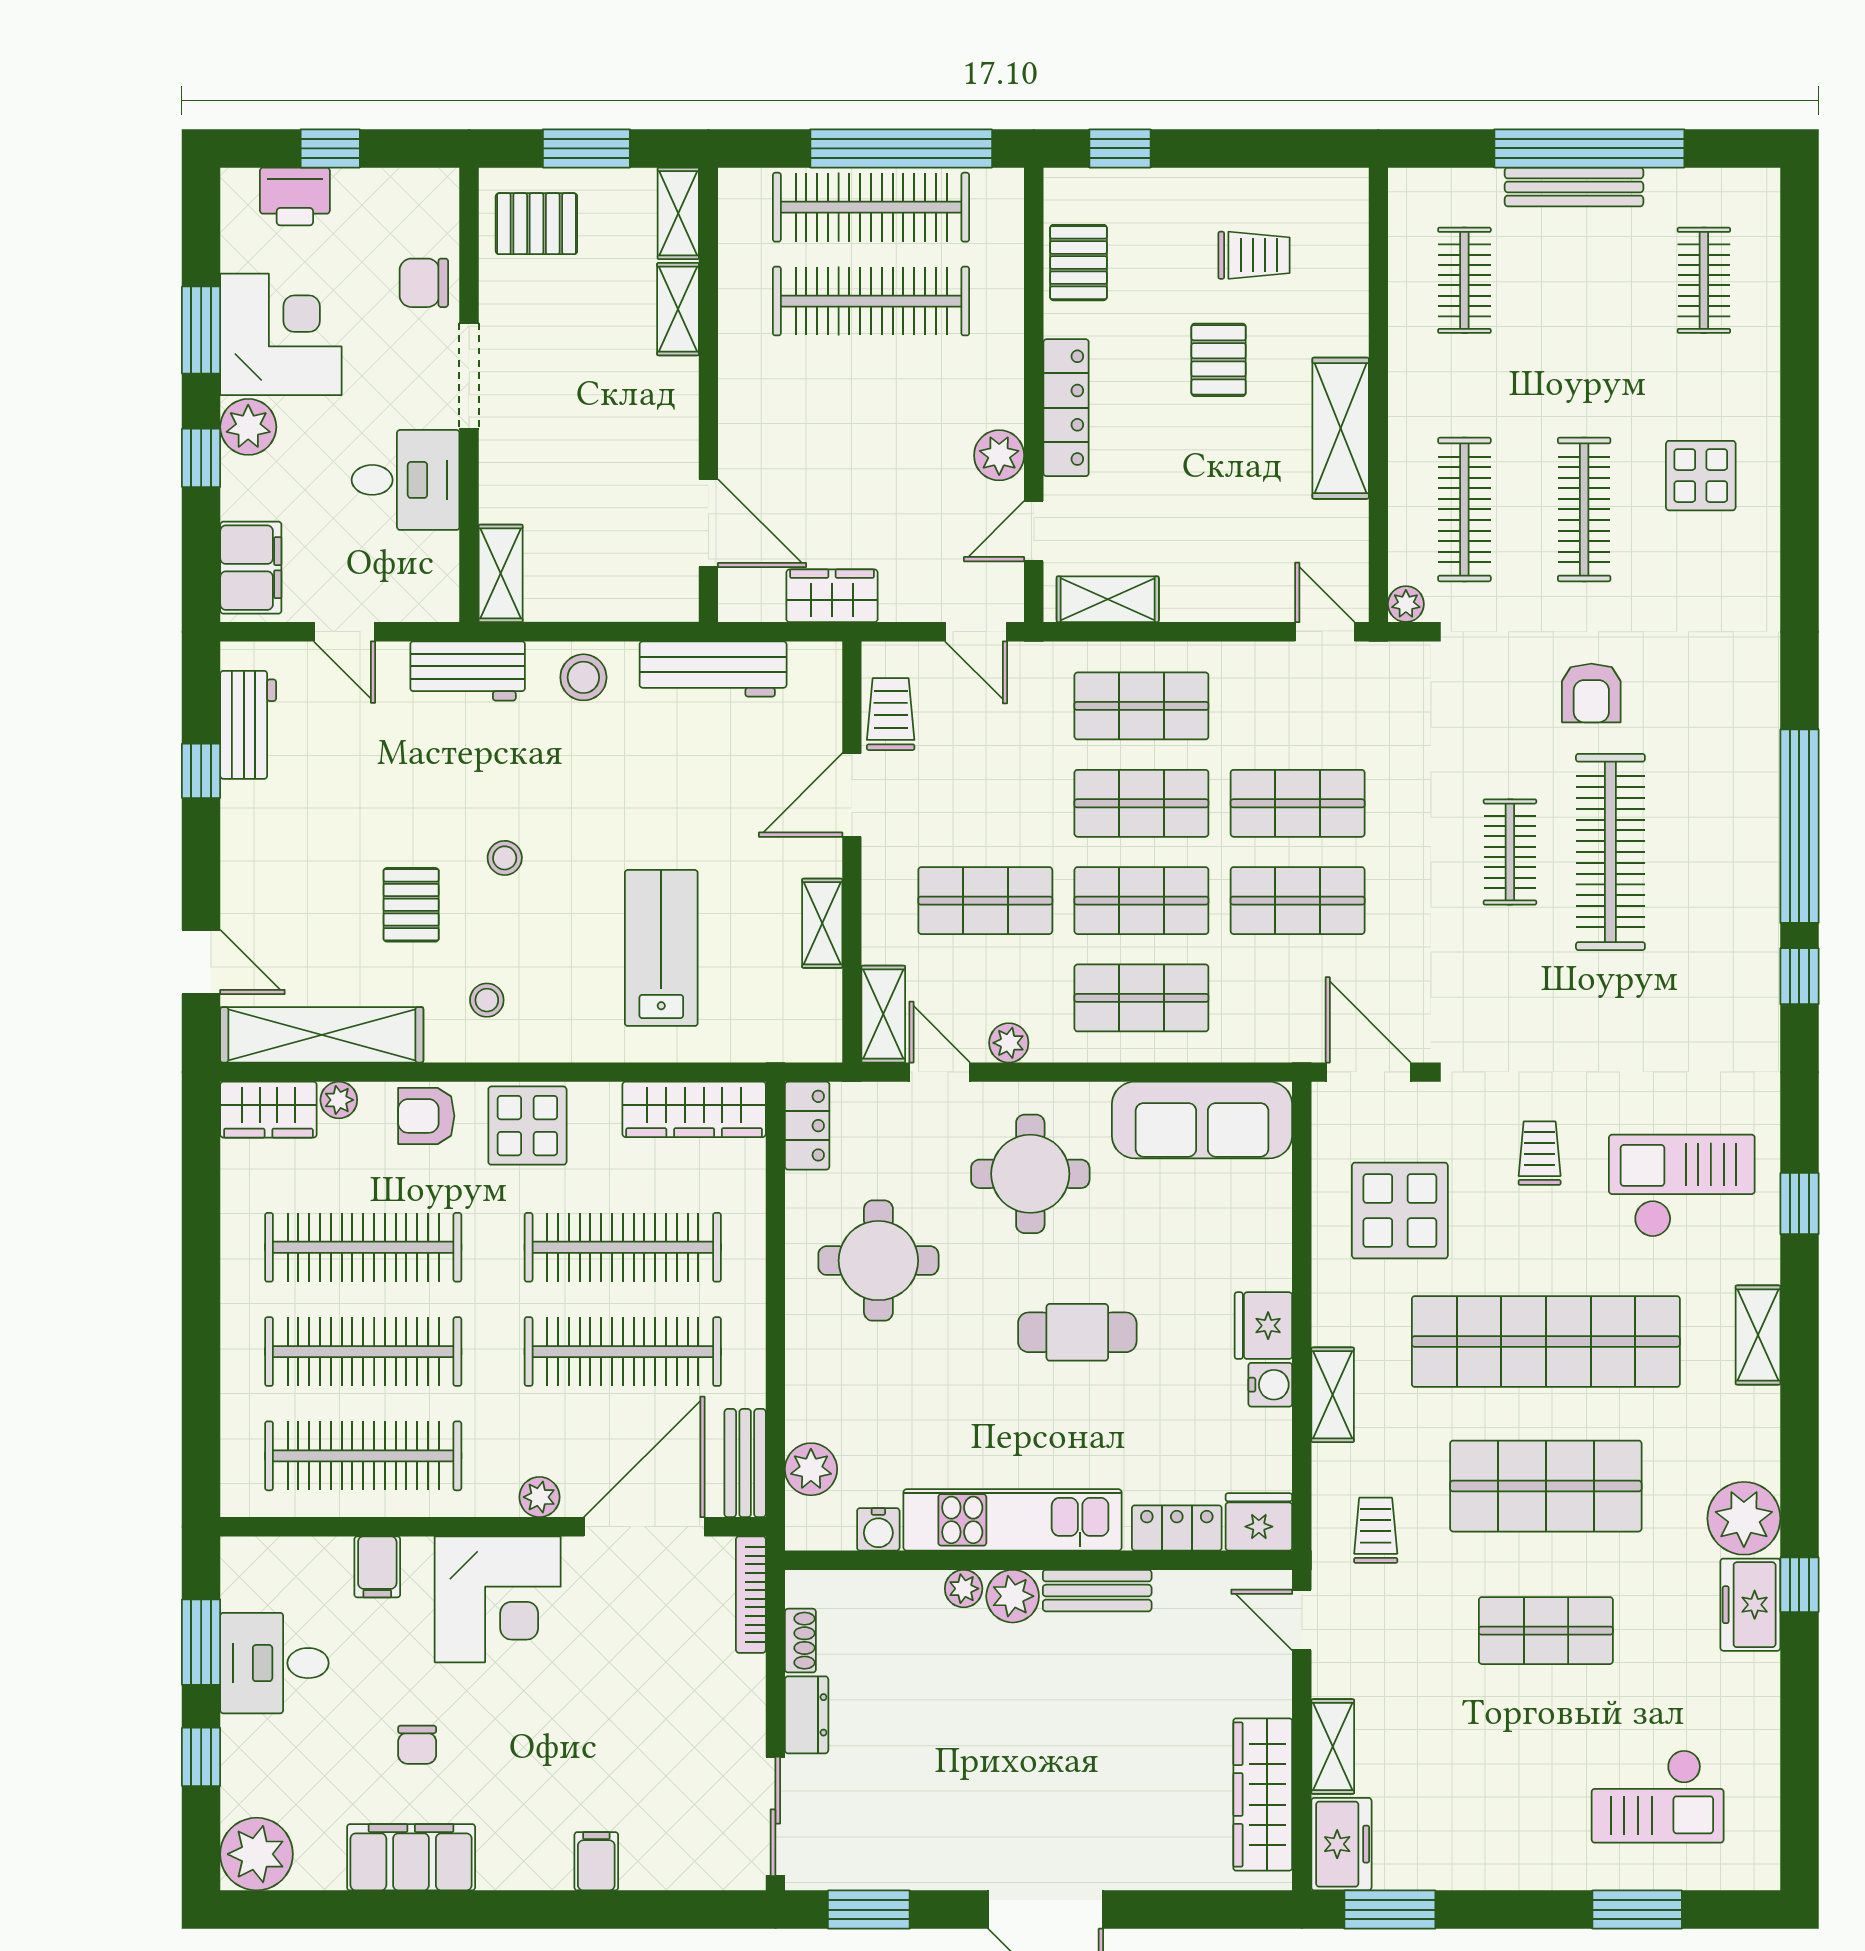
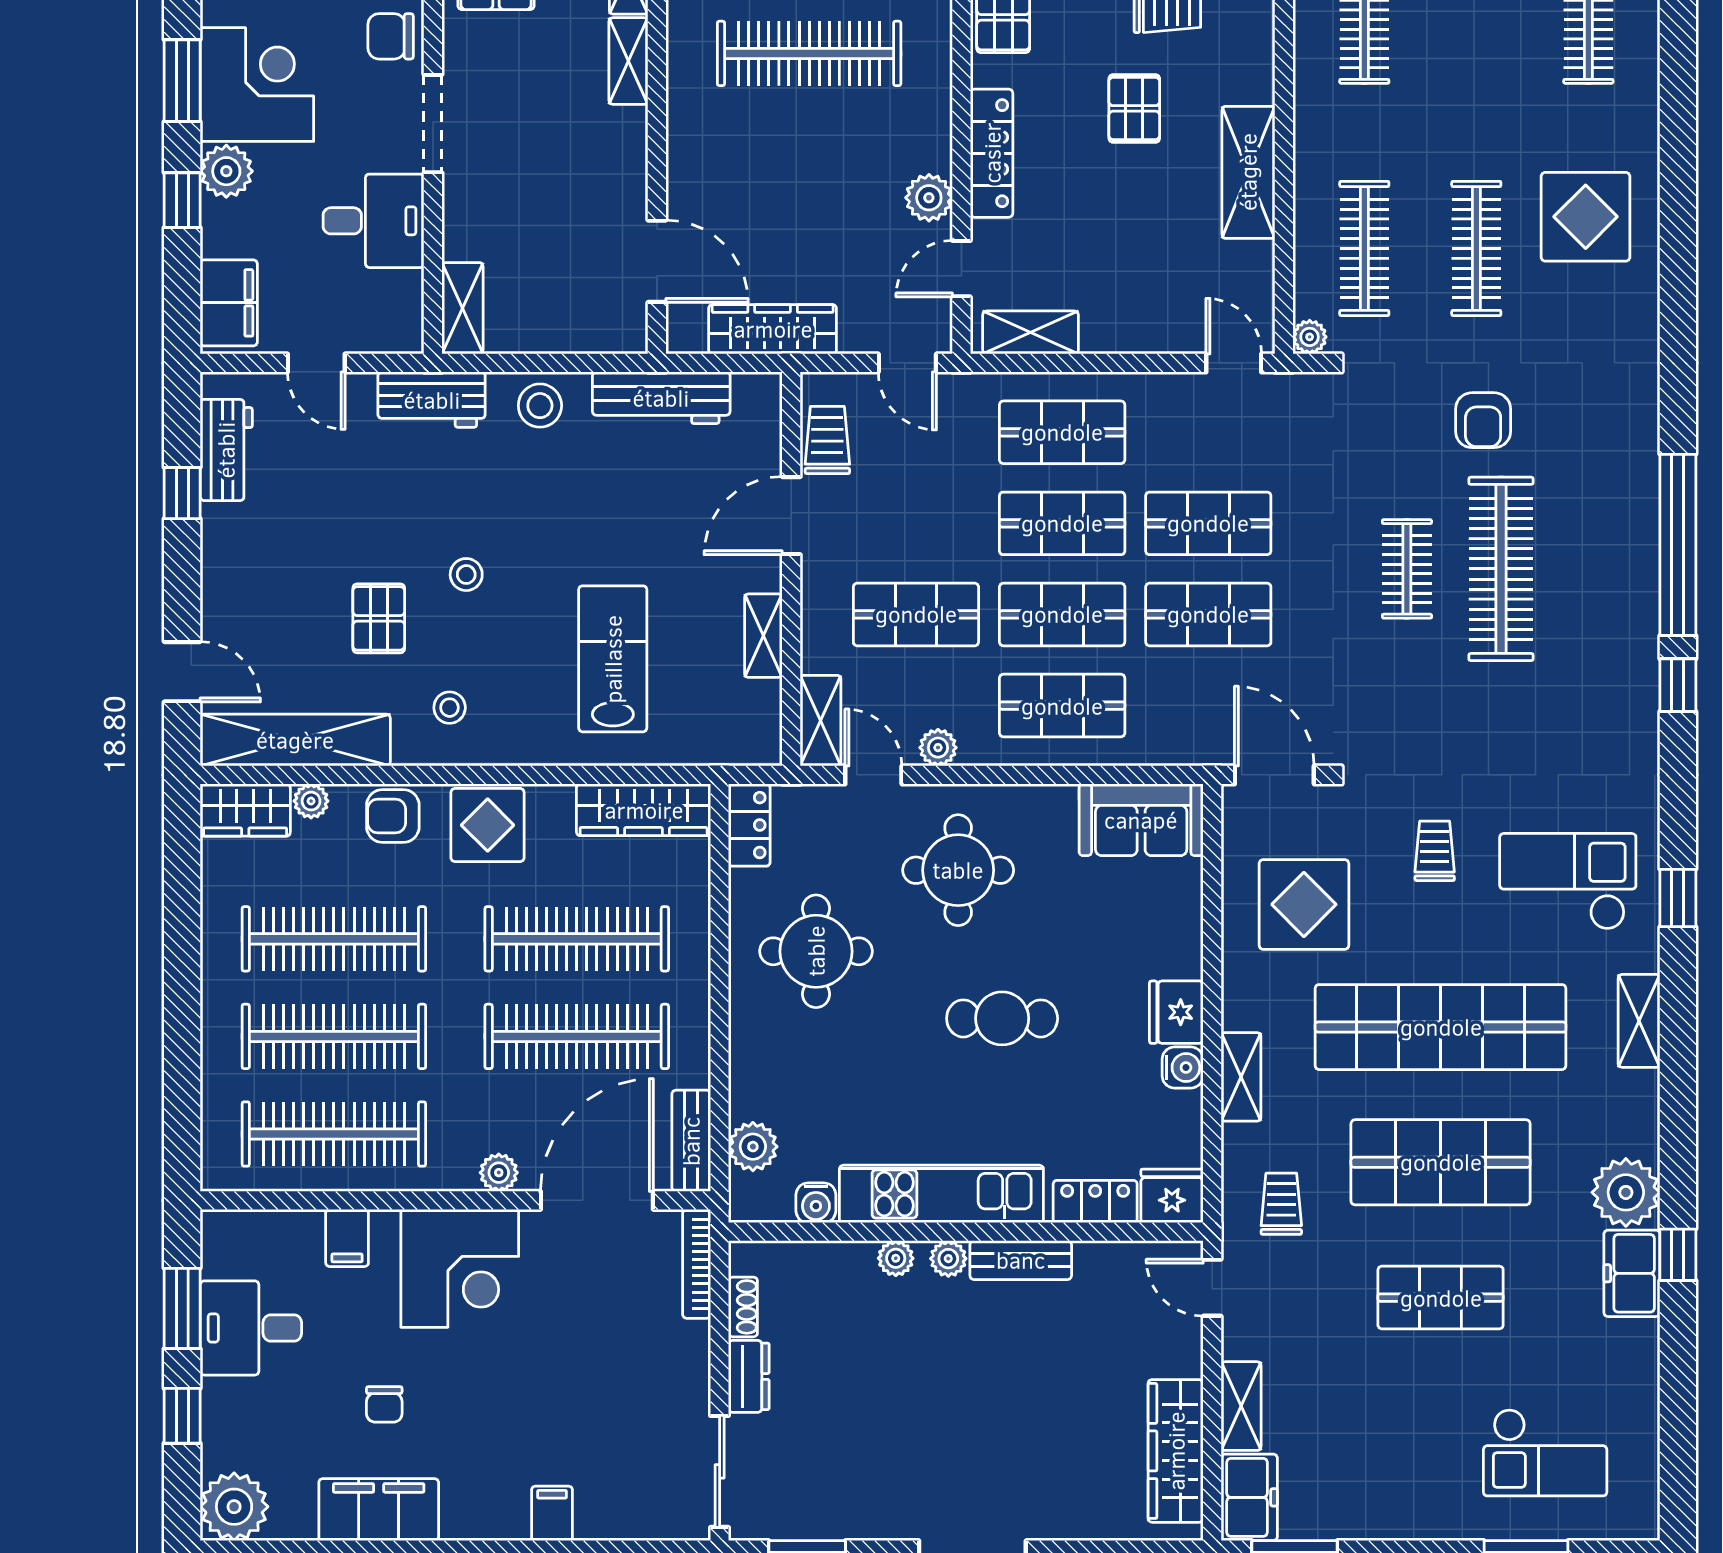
display table: (1701, 476) -> (1586, 217), width x1.36, depth x1.36
wardrobe: (832, 596) -> (773, 329), width x1.50
sofa: (1202, 1120) -> (1141, 820), width x0.73
plant: (1013, 1596) -> (948, 1259), width x0.73, depth x0.73

